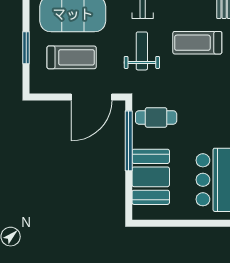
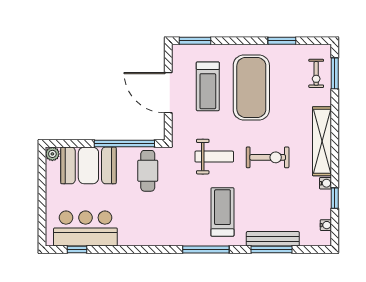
window: (26, 48) -> (195, 41), moved
door: (92, 97) -> (168, 93), moved
plant: (139, 213) -> (52, 154), added

